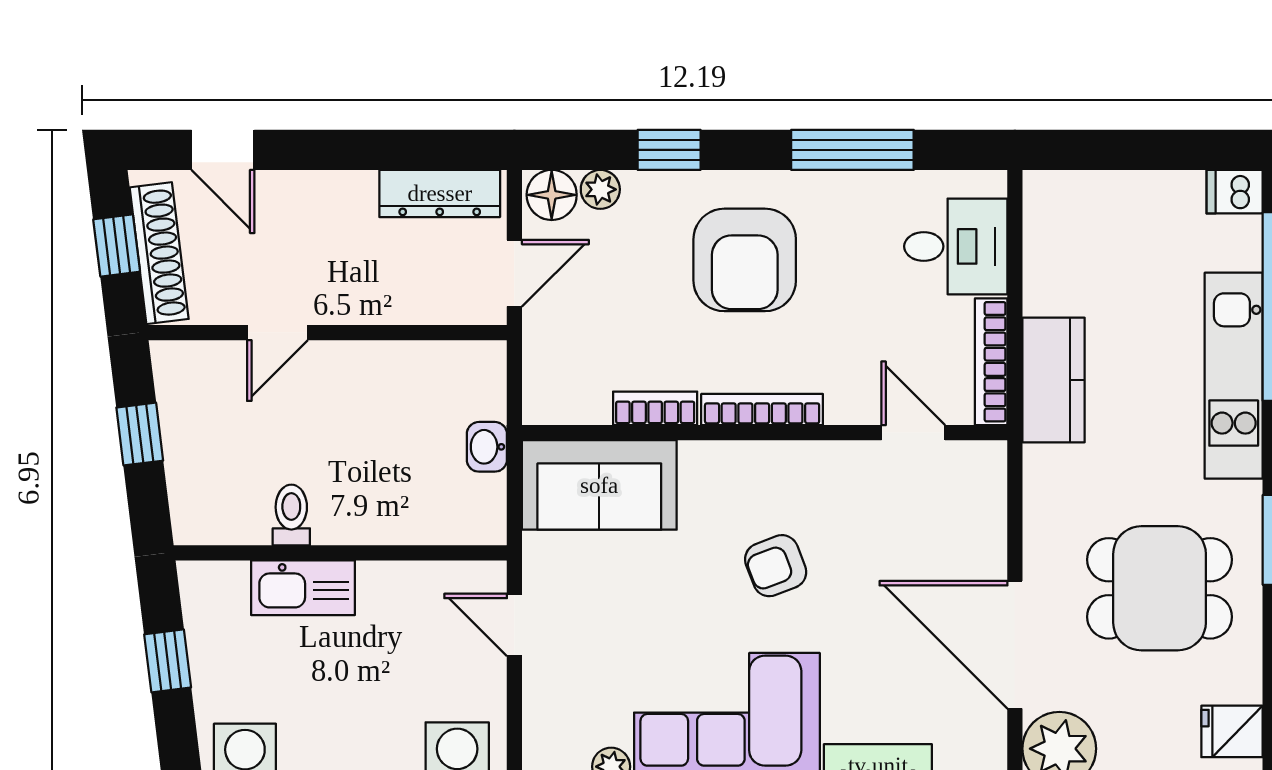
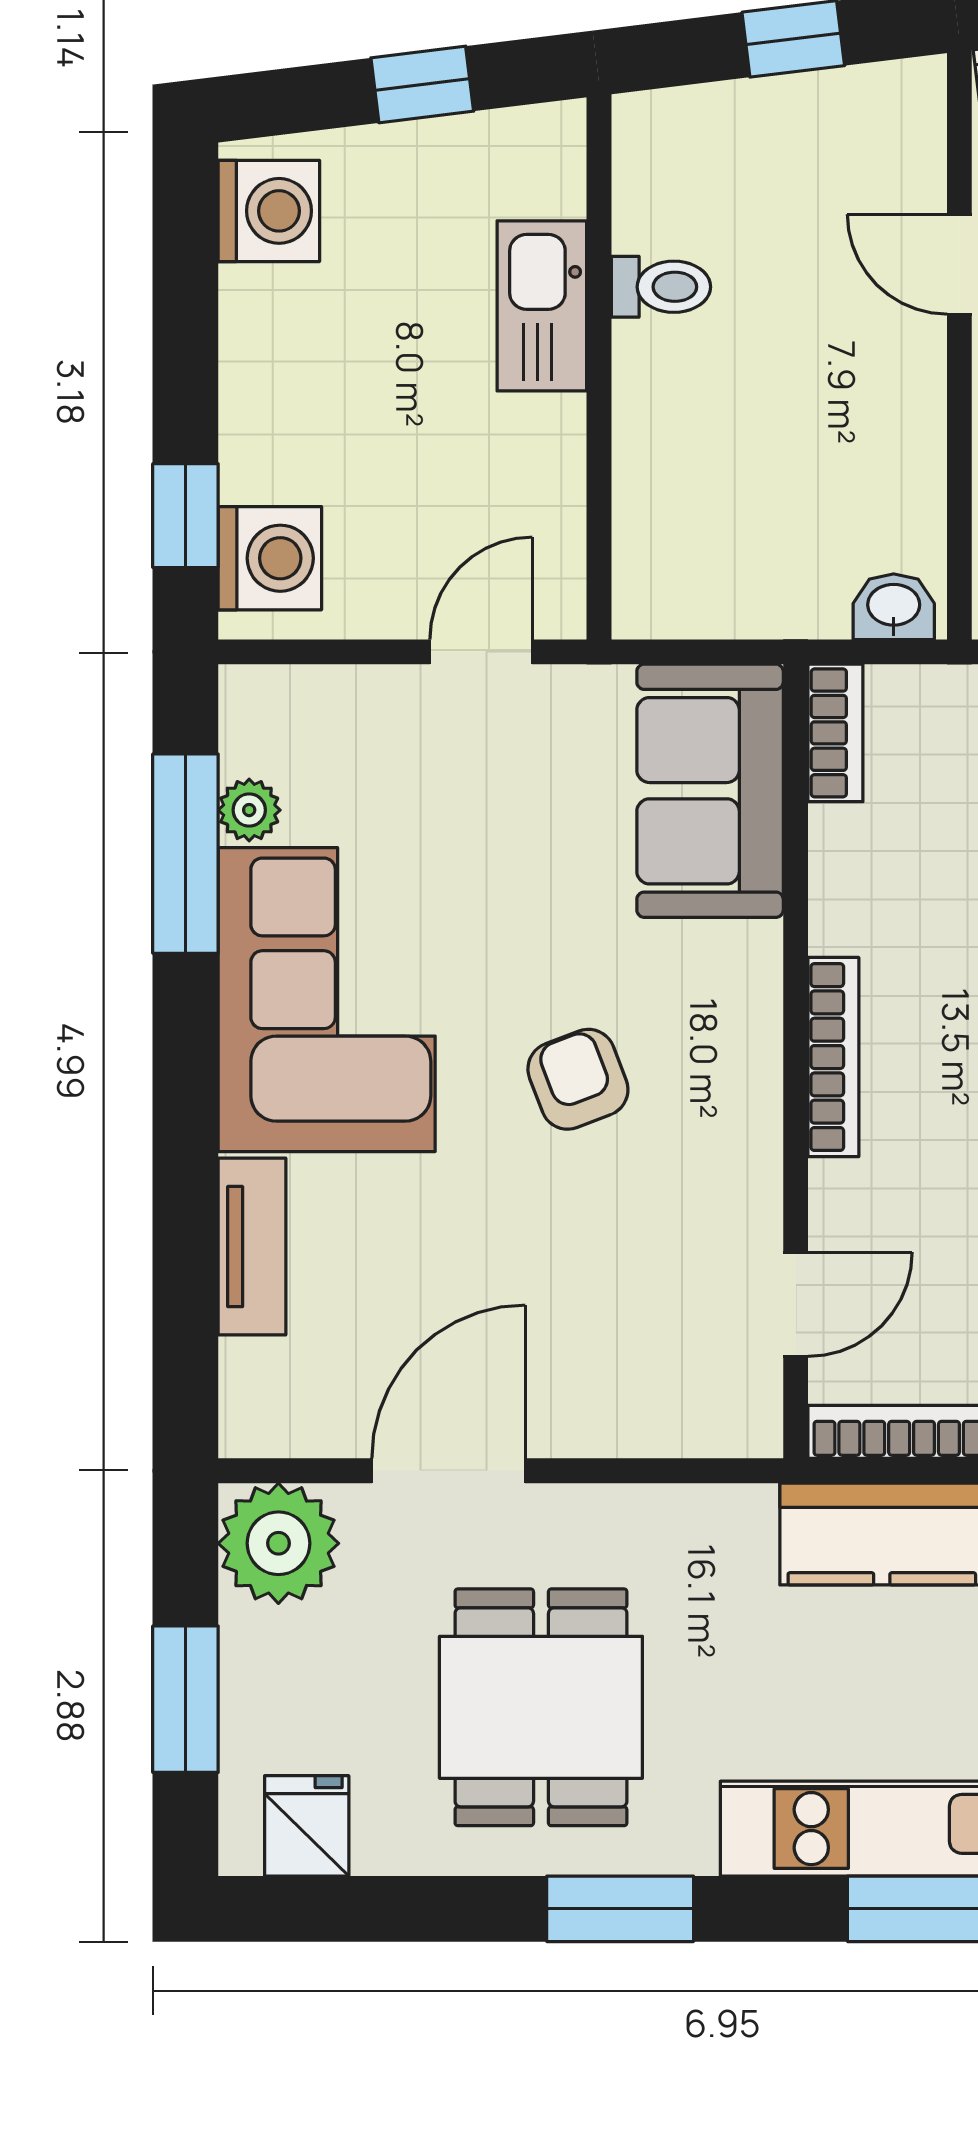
bookcase: (655, 408) -> (835, 733), moved
washbasin: (487, 447) -> (894, 607), moved
door: (1015, 645) -> (448, 1471), width x0.73

